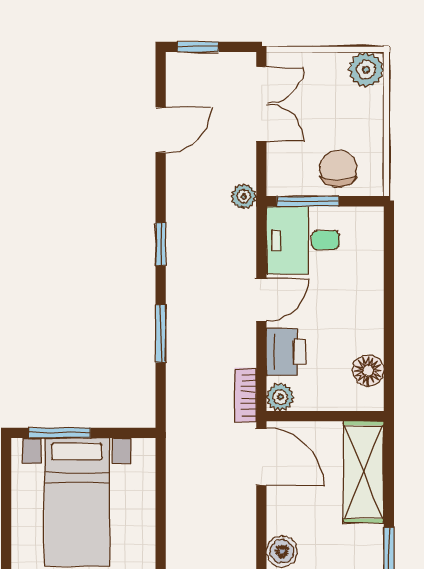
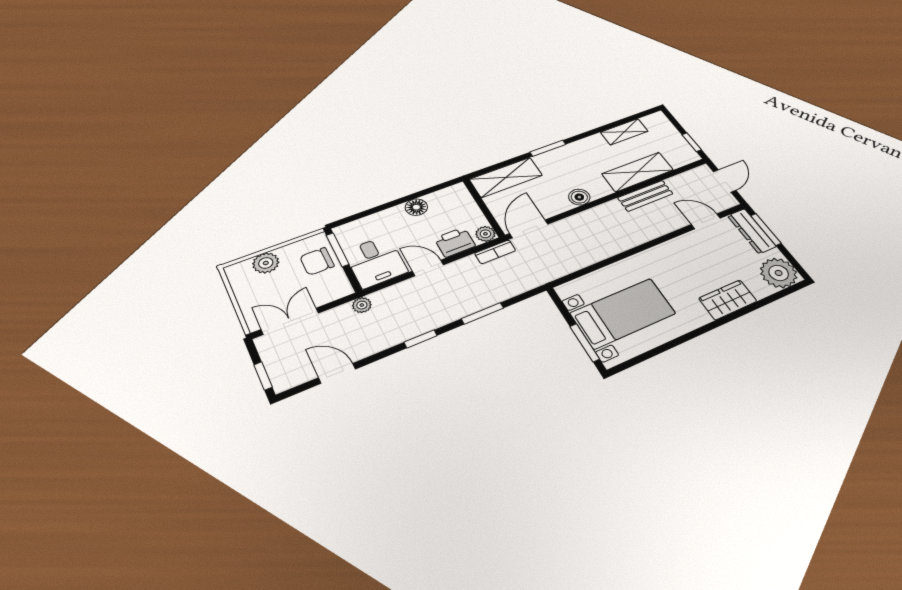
plant: (366, 70) -> (266, 263), moved
window: (308, 201) -> (338, 250), moved
floor lamp: (368, 371) -> (416, 207), moved

